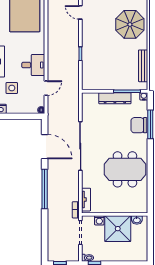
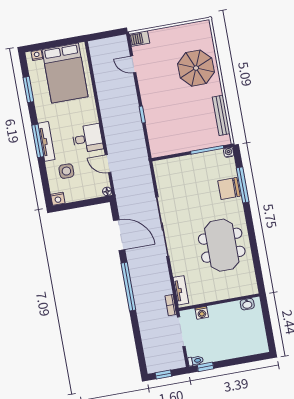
door: (46, 88) -> (108, 164), swing flipped
dresser: (115, 98) -> (194, 161), removed
meeting table: (125, 169) -> (222, 245), turned 90
shower: (118, 229) -> (226, 319), removed

